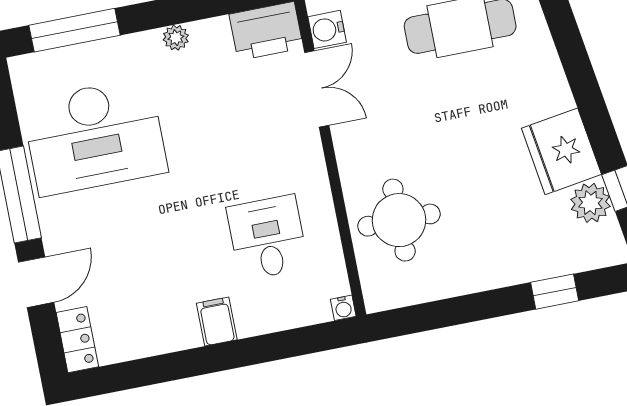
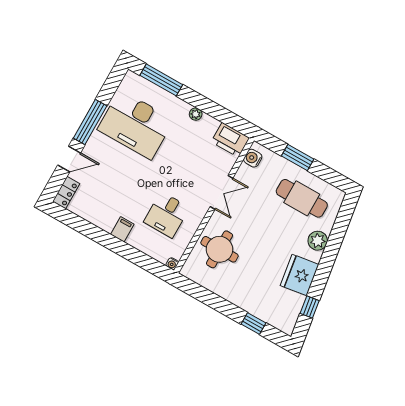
double door: (317, 89) -> (221, 192), moved
plant: (590, 203) -> (318, 241), moved
desk: (267, 238) -> (167, 215), turned 180

